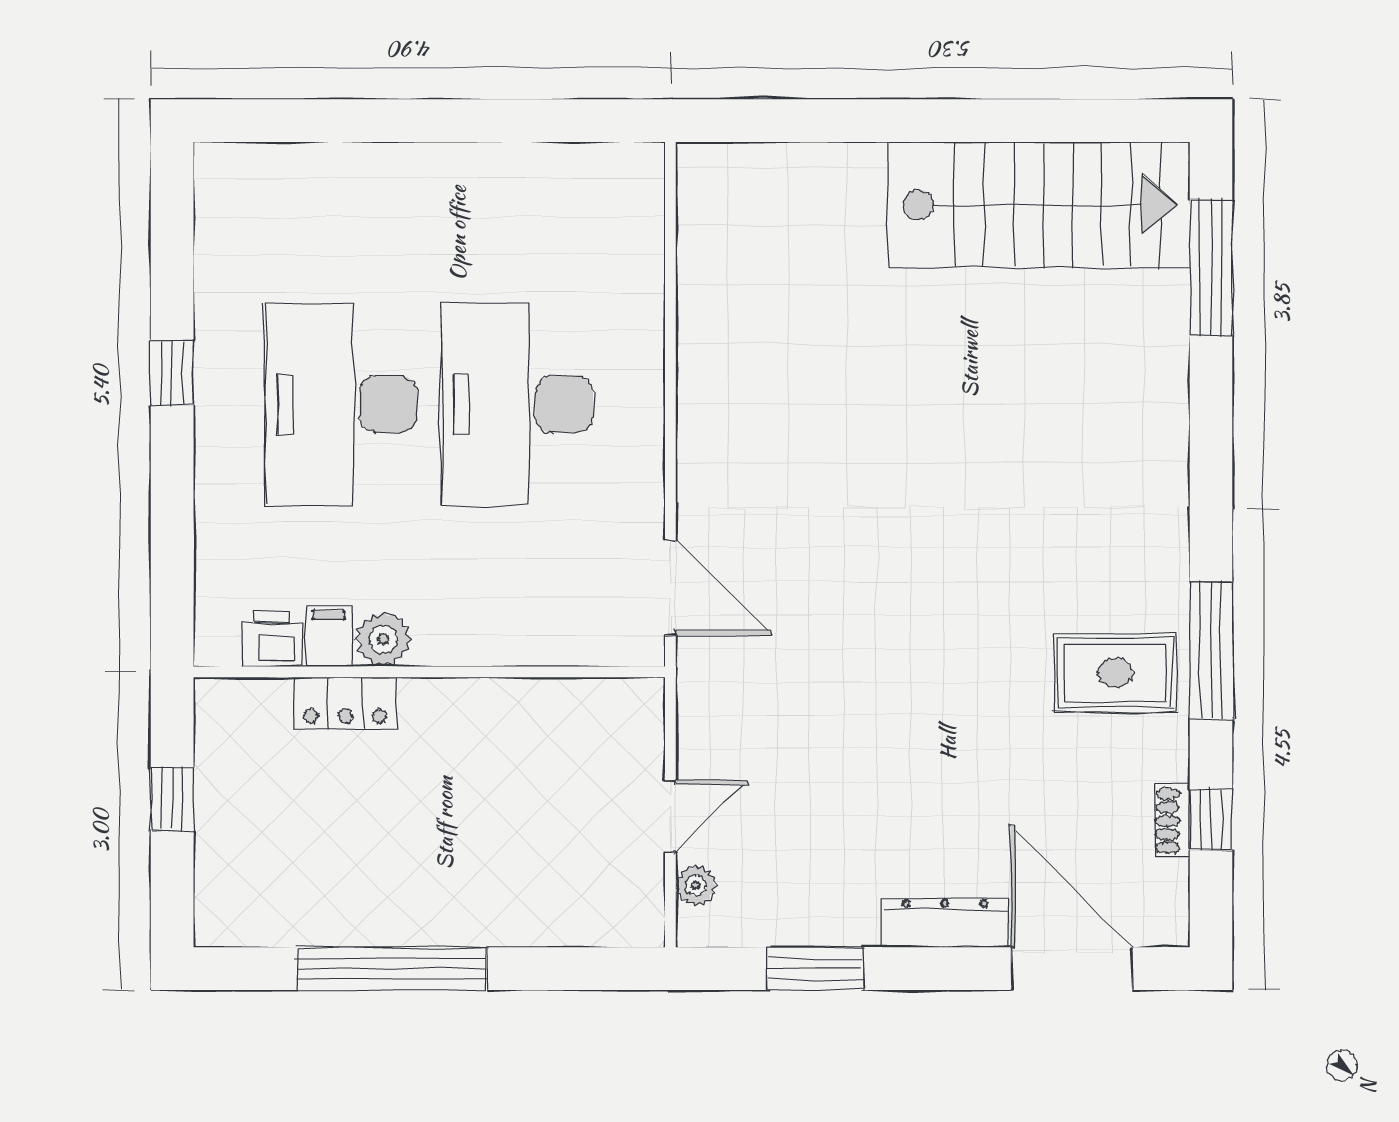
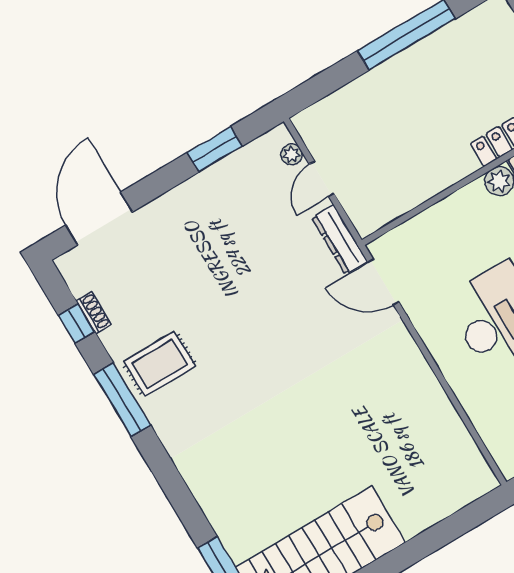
dresser: (945, 923) -> (340, 240), moved, turned 90
door: (1072, 969) -> (99, 218), swing flipped

